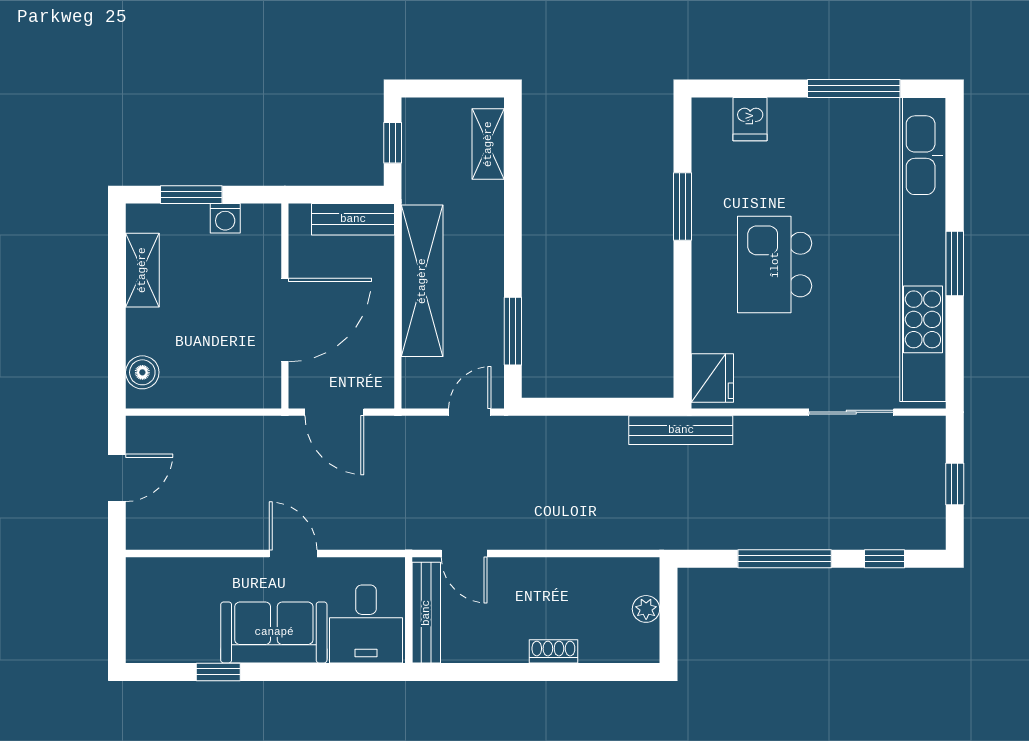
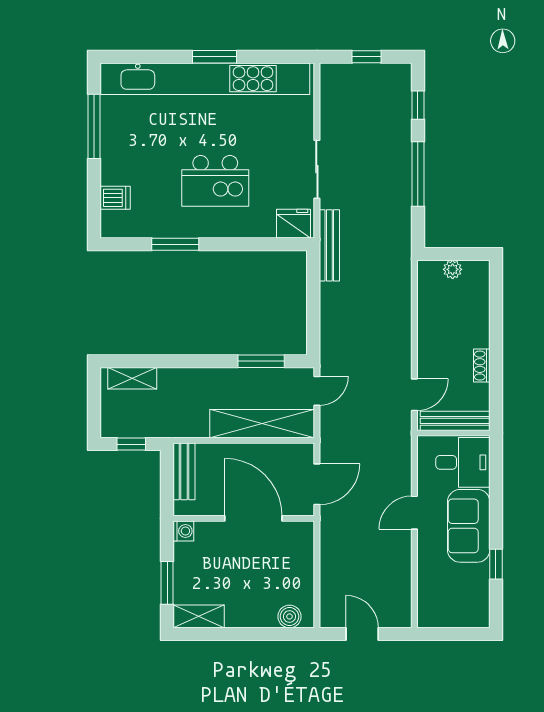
washing machine: (225, 218) -> (183, 531), moved
shelving: (142, 270) -> (199, 616), moved
shelving: (422, 281) -> (262, 424), moved
door: (470, 412) -> (317, 391), swing flipped
sliding door: (851, 412) -> (317, 169), moved
shoe rack: (553, 651) -> (482, 366), moved

